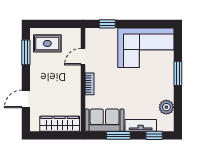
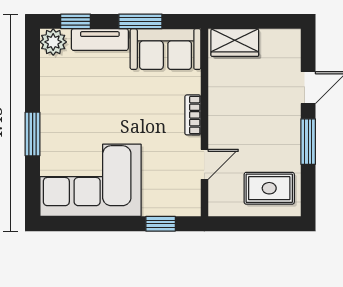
window: (26, 52) -> (308, 142), moved
plant: (166, 107) -> (53, 42), moved
wardrobe: (60, 124) -> (235, 43), width x0.67

